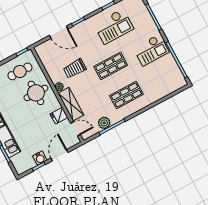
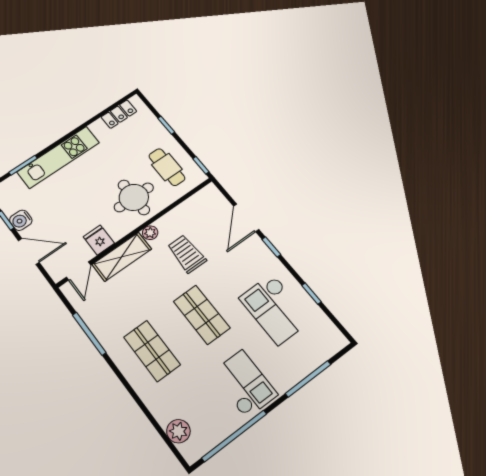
checkout: (151, 50) -> (244, 384), turned 180
plant: (104, 123) -> (178, 431), moved

